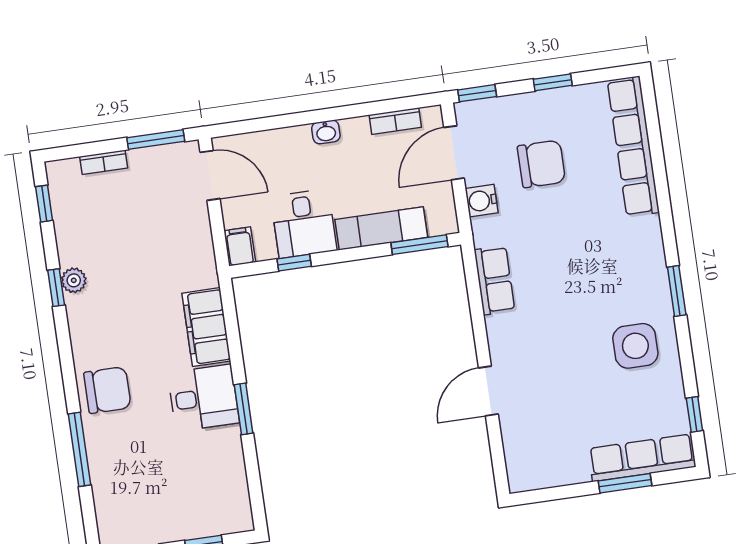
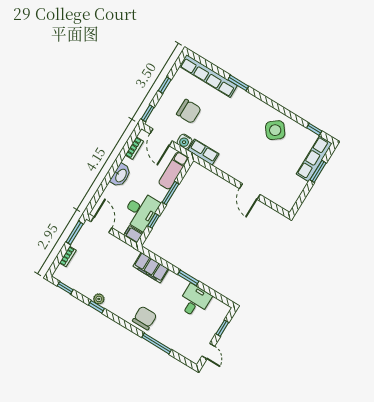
washbasin: (326, 132) -> (121, 175), width x1.91, depth x1.45
chair: (541, 164) -> (189, 111), turned 90
door: (210, 175) -> (101, 225), hinge flipped
desk: (304, 224) -> (141, 211), width x1.37
exam couch: (381, 228) -> (173, 170), moved
window: (419, 245) -> (170, 193), moved
row of seats: (494, 280) -> (203, 152), moved
window: (677, 291) -> (238, 83), moved
side table: (635, 346) -> (275, 130), turned -37
desk: (203, 398) -> (194, 301), moved

